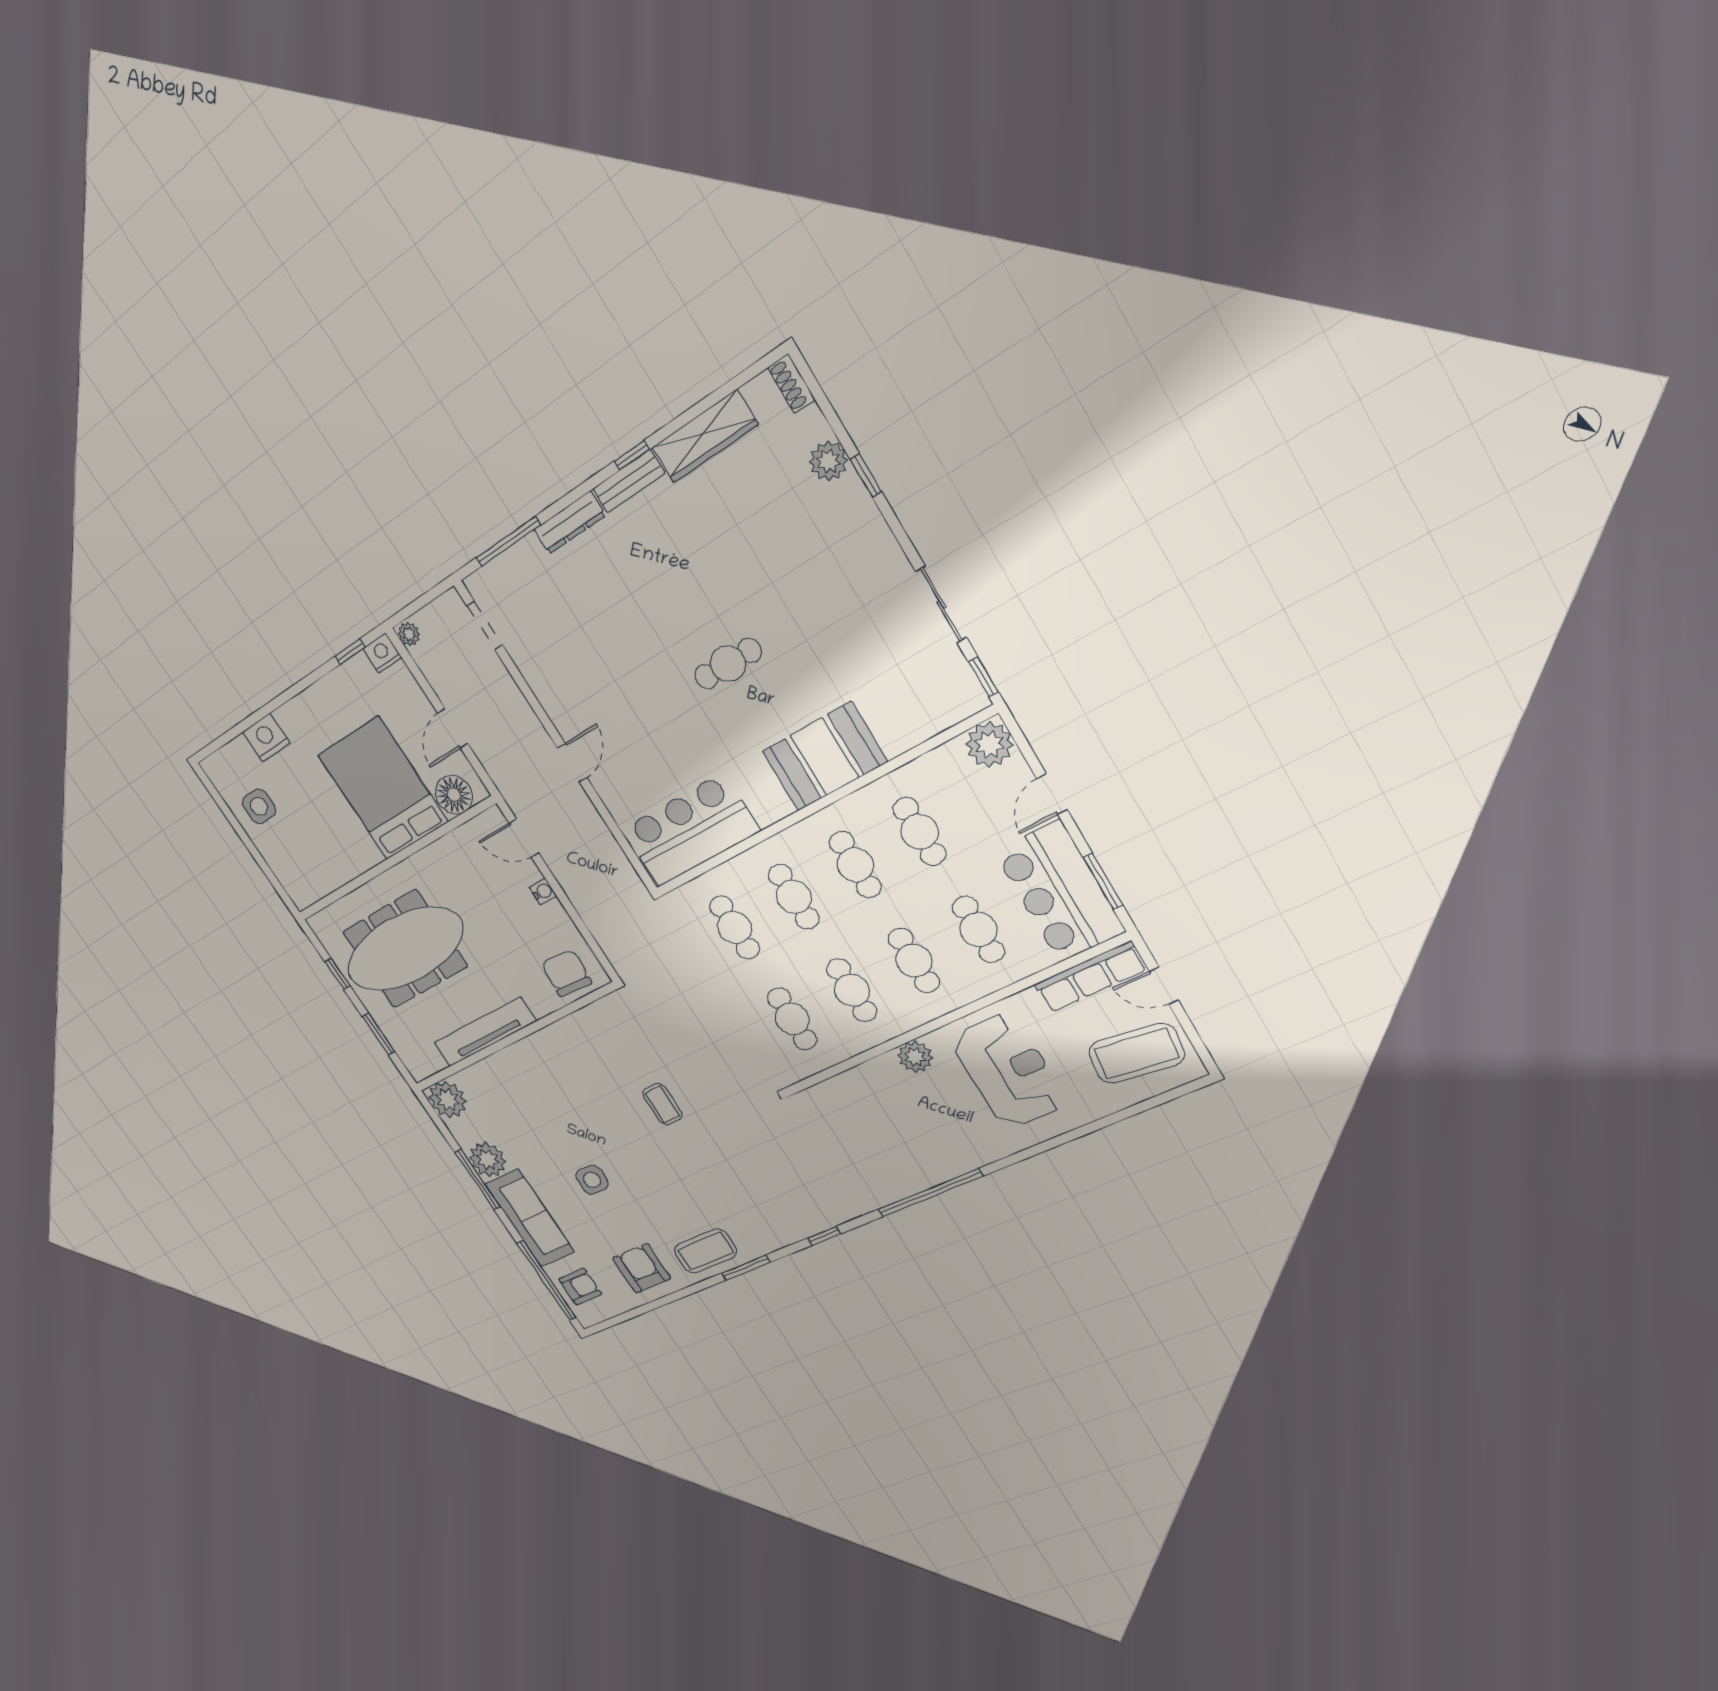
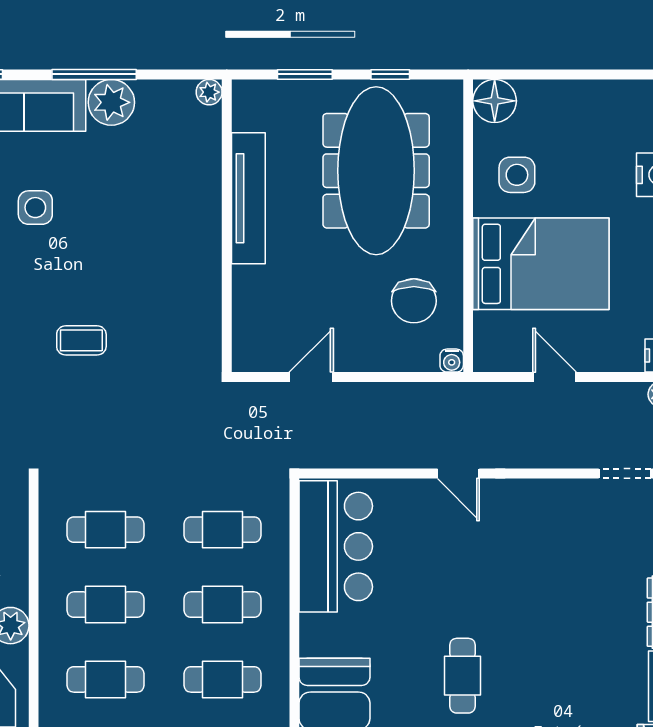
floor lamp: (454, 795) -> (495, 101), moved
side table: (259, 806) -> (517, 175), moved
door: (524, 838) -> (311, 377), moved
water cooler: (543, 892) -> (452, 361), moved
chair: (566, 973) -> (414, 301), moved, turned 86
plant: (448, 1100) -> (209, 92), width x0.53, depth x0.53

